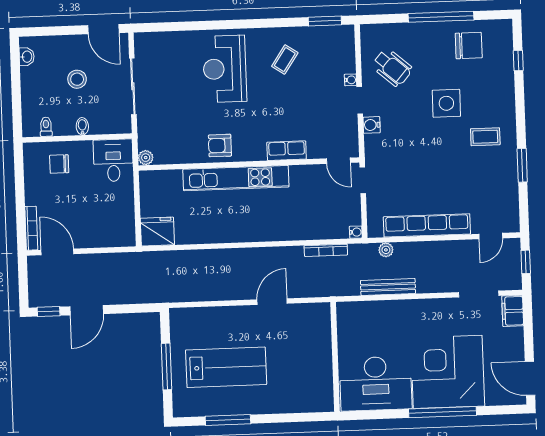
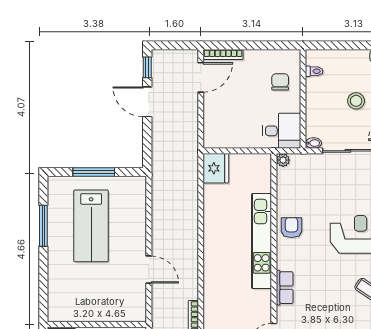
bidet: (82, 126) -> (313, 143), moved

